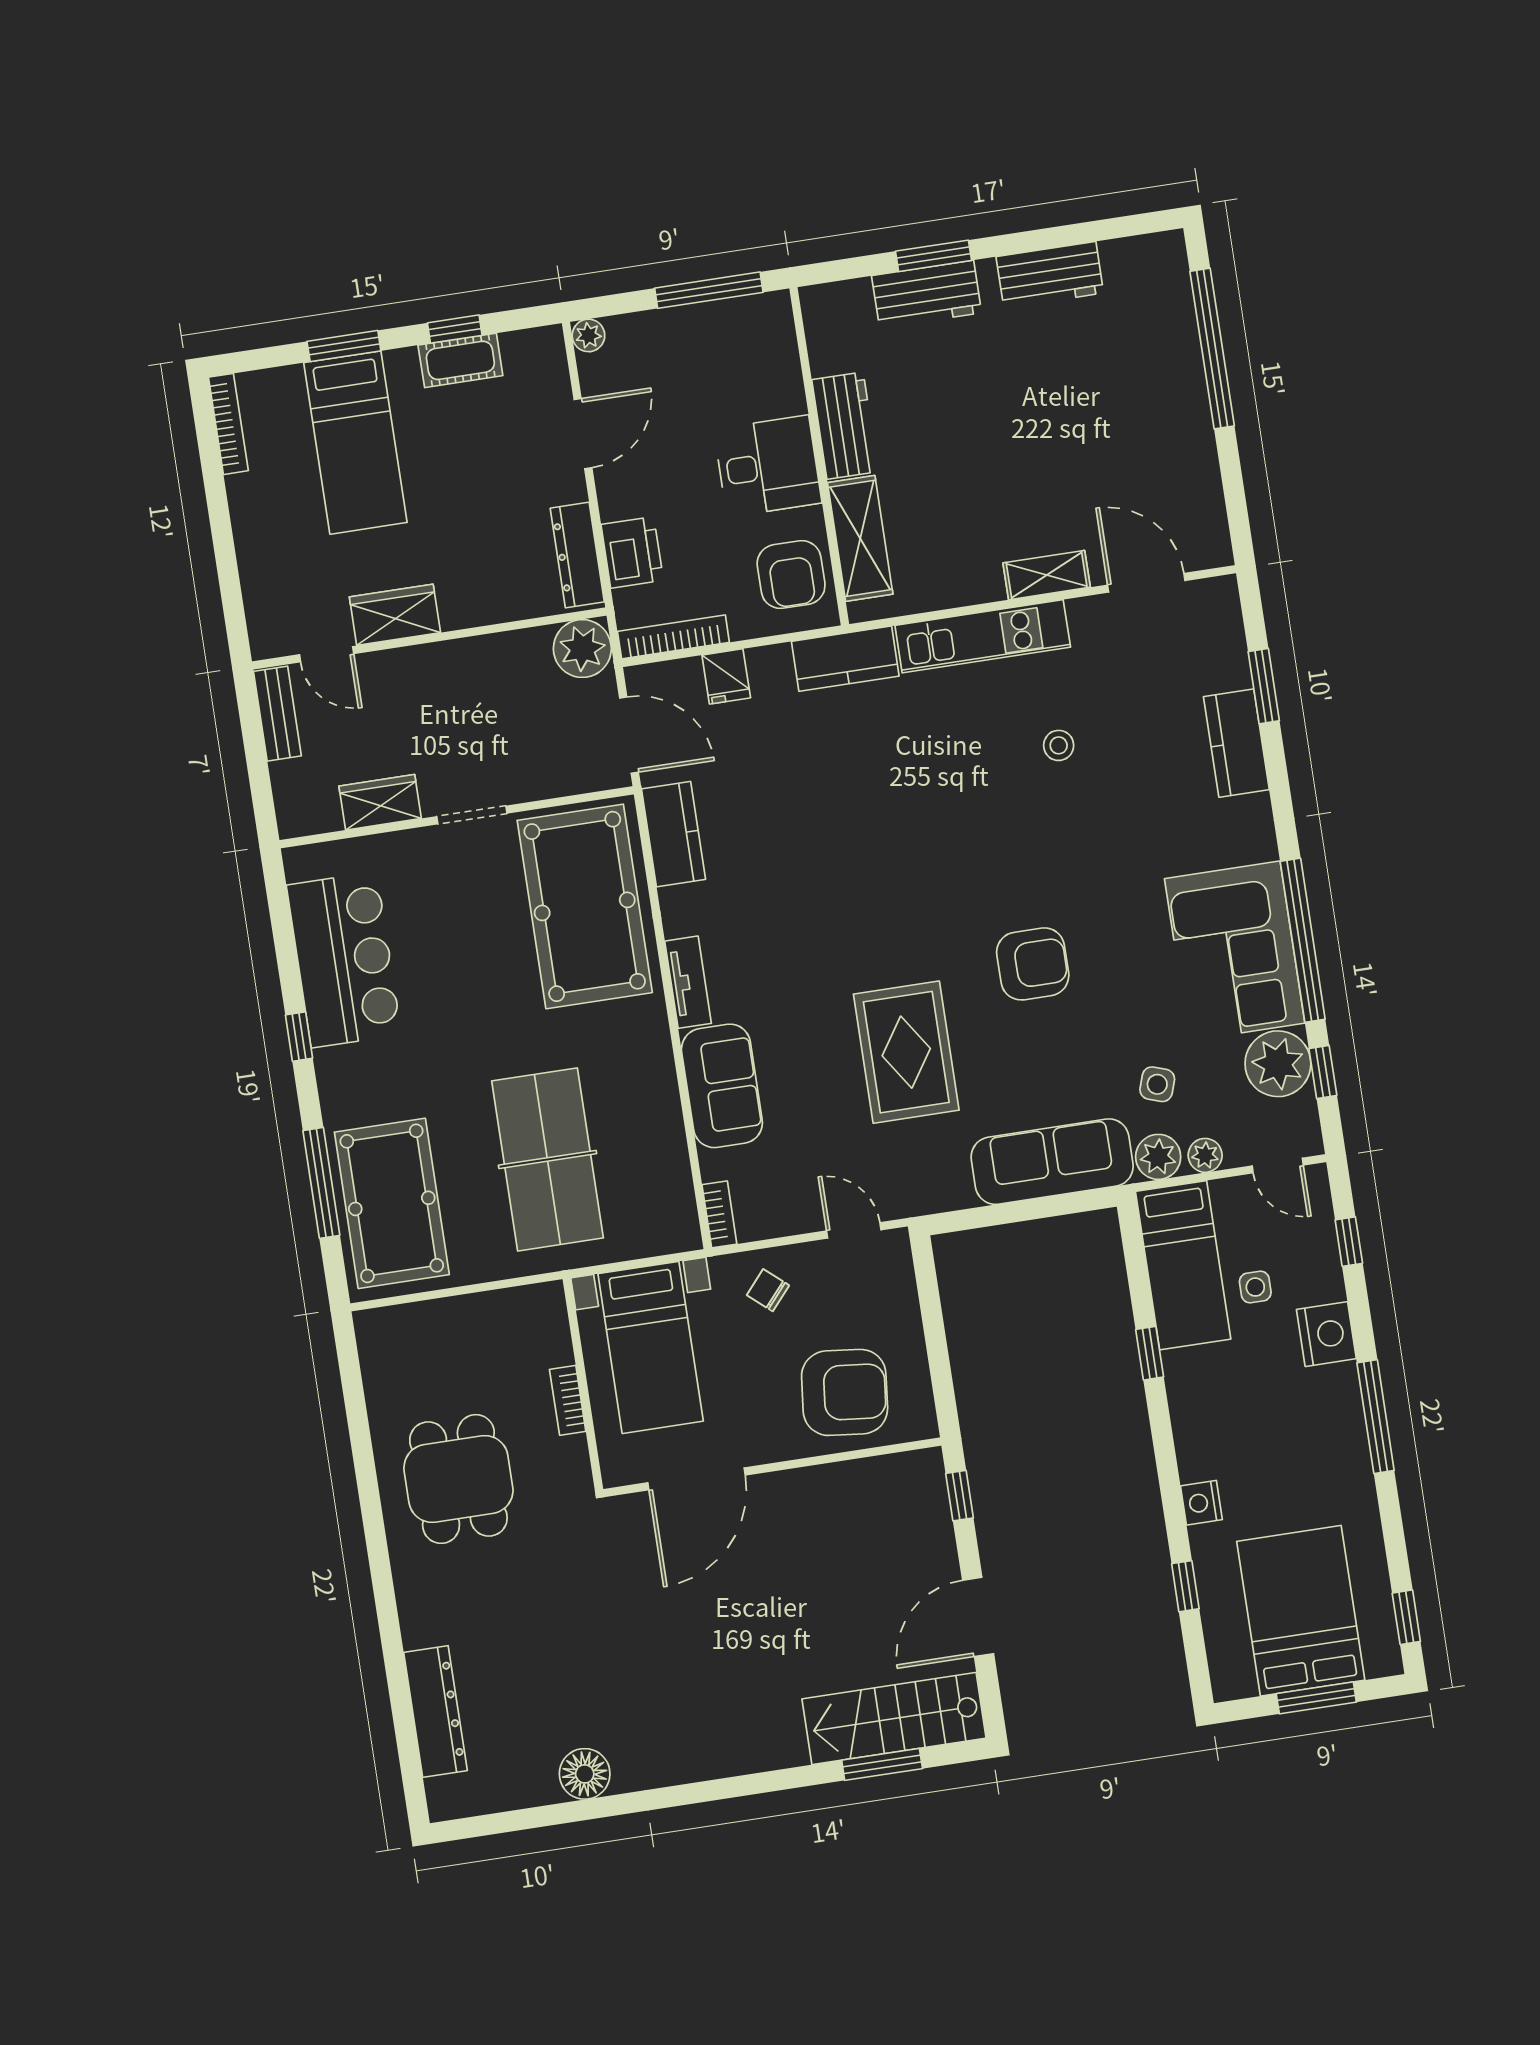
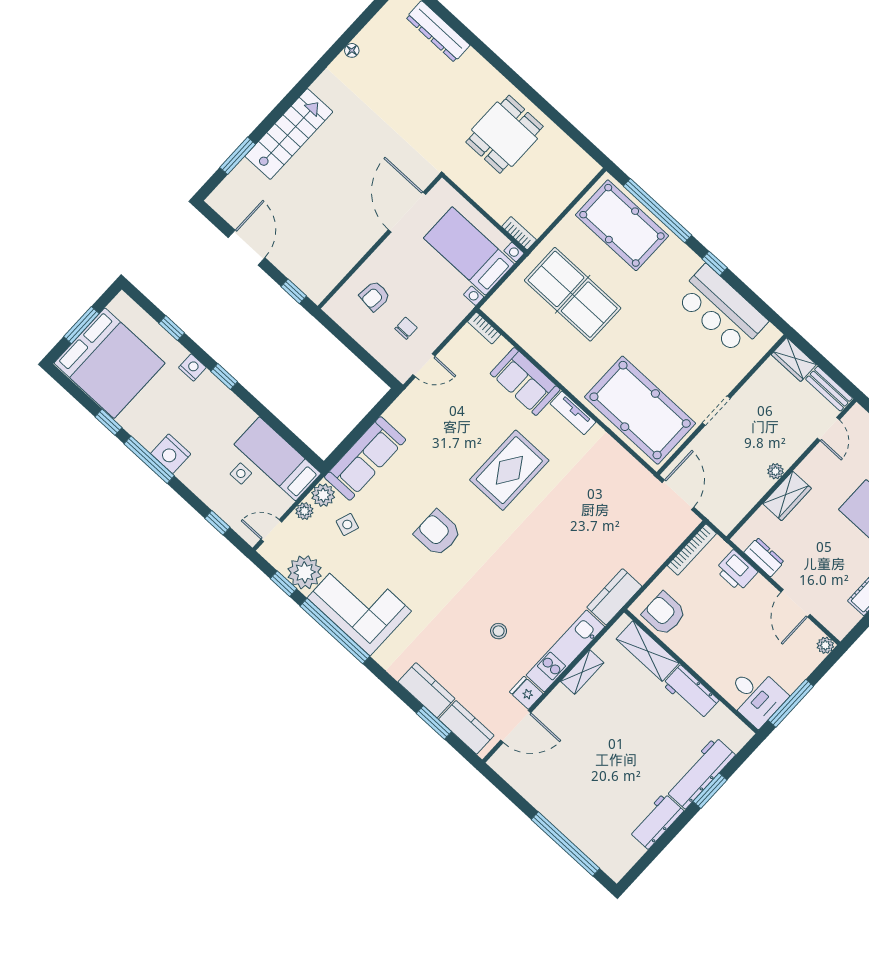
workbench: (927, 294) -> (700, 773), width x1.38
desk: (768, 466) -> (756, 696), moved, turned -90
dresser: (577, 555) -> (764, 557), width x0.70
shelving: (1047, 575) -> (582, 672), moved
wardrobe: (395, 615) -> (787, 496), moved
plant: (582, 649) -> (775, 471), moved, width x0.53, depth x0.53
door: (327, 654) -> (828, 429), swing flipped
fridge: (726, 676) -> (526, 693), moved
door: (629, 735) -> (678, 495), swing flipped
wardrobe: (380, 802) -> (794, 360), moved, turned 90
kitchen counter: (673, 834) -> (466, 727), moved, turned 180
armchair: (1033, 964) -> (438, 533), turned 90
rug: (906, 1052) -> (509, 470), moved, turned 90
window: (321, 1183) -> (658, 211), width x1.46
chair: (768, 1290) -> (406, 328), moved, turned -41
nightstand: (1326, 1334) -> (171, 454), moved
window: (1150, 1353) -> (224, 377), moved
armchair: (845, 1392) -> (375, 296), width x0.53, depth x0.53
bookcase: (568, 1400) -> (519, 233), moved
dining table: (458, 1479) -> (505, 134), turned 90
bed: (1301, 1611) -> (109, 363), width x1.36
window: (1406, 1617) -> (108, 422), moved
stairs: (894, 1719) -> (289, 134), moved
floor lamp: (585, 1774) -> (352, 50), width x0.53, depth x0.53

